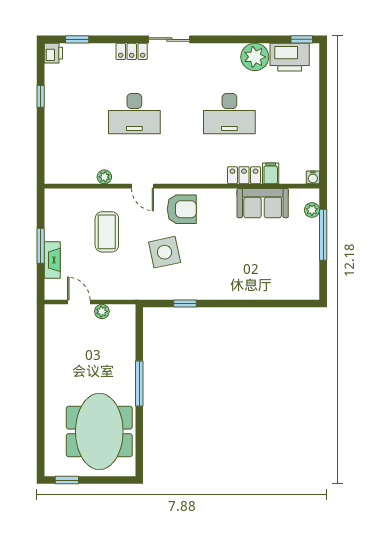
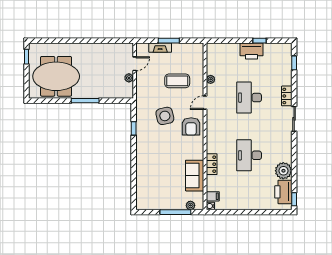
printer: (53, 53) -> (252, 51), moved, width x1.87, depth x1.48
filing cabinet: (271, 173) -> (213, 196), moved

